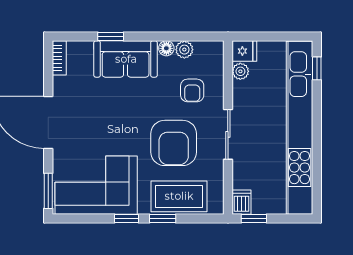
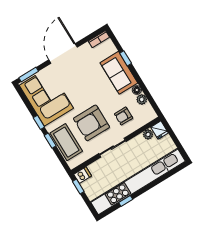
window: (317, 68) -> (126, 201), moved

